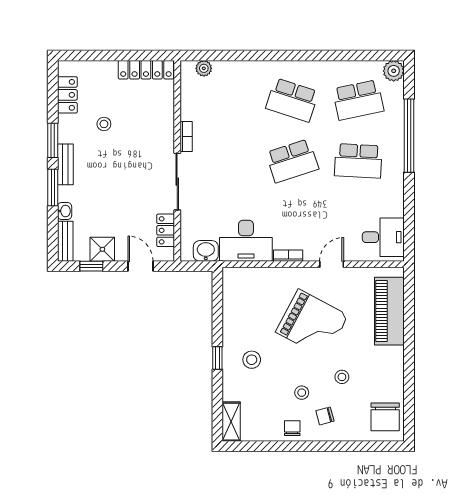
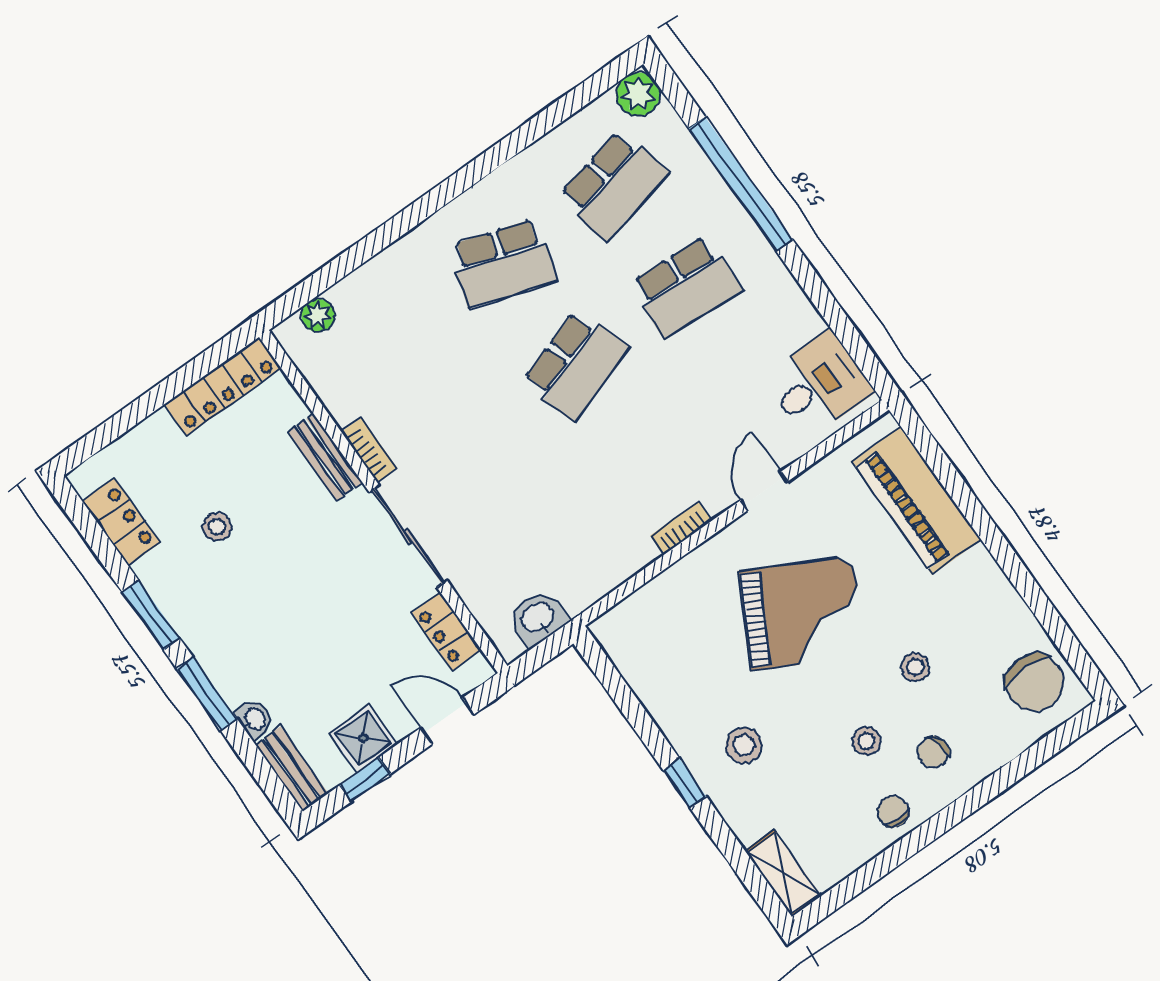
bench: (65, 164) -> (325, 457), moved
desk: (246, 241) -> (593, 553), removed

